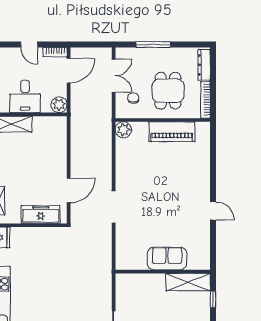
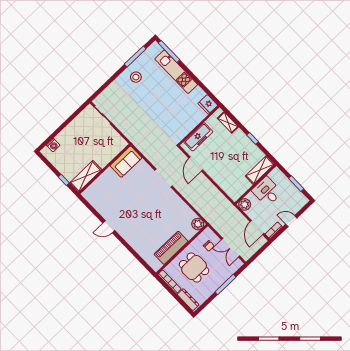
sofa: (167, 259) -> (126, 162), moved

